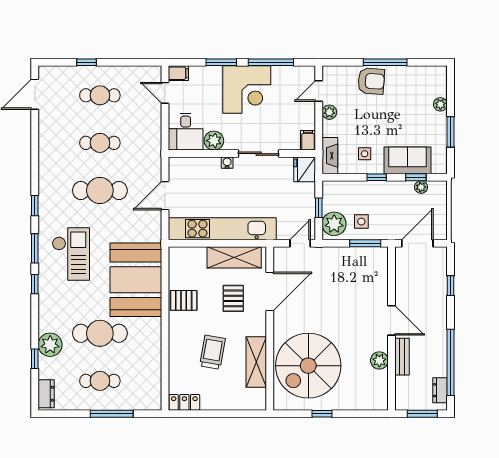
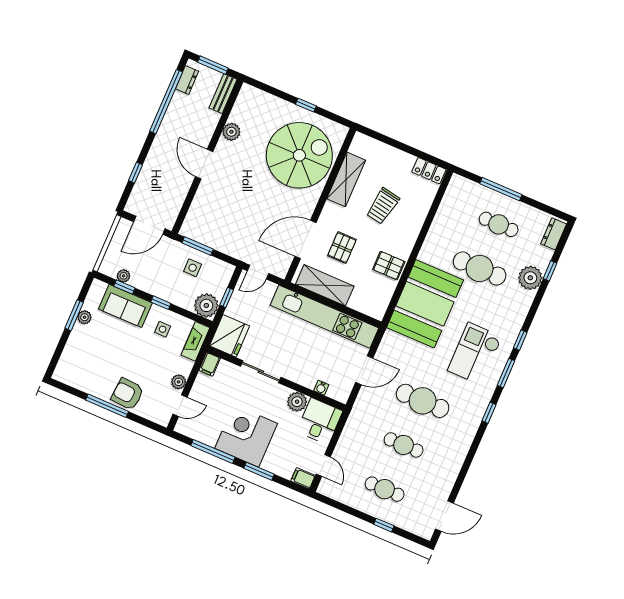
plant: (440, 104) -> (84, 317), moved
water cooler: (227, 163) -> (321, 388), moved
fridge: (305, 169) -> (230, 336), width x1.36, depth x1.34
plant: (334, 224) -> (206, 305), moved
bench: (402, 357) -> (223, 94), moved

